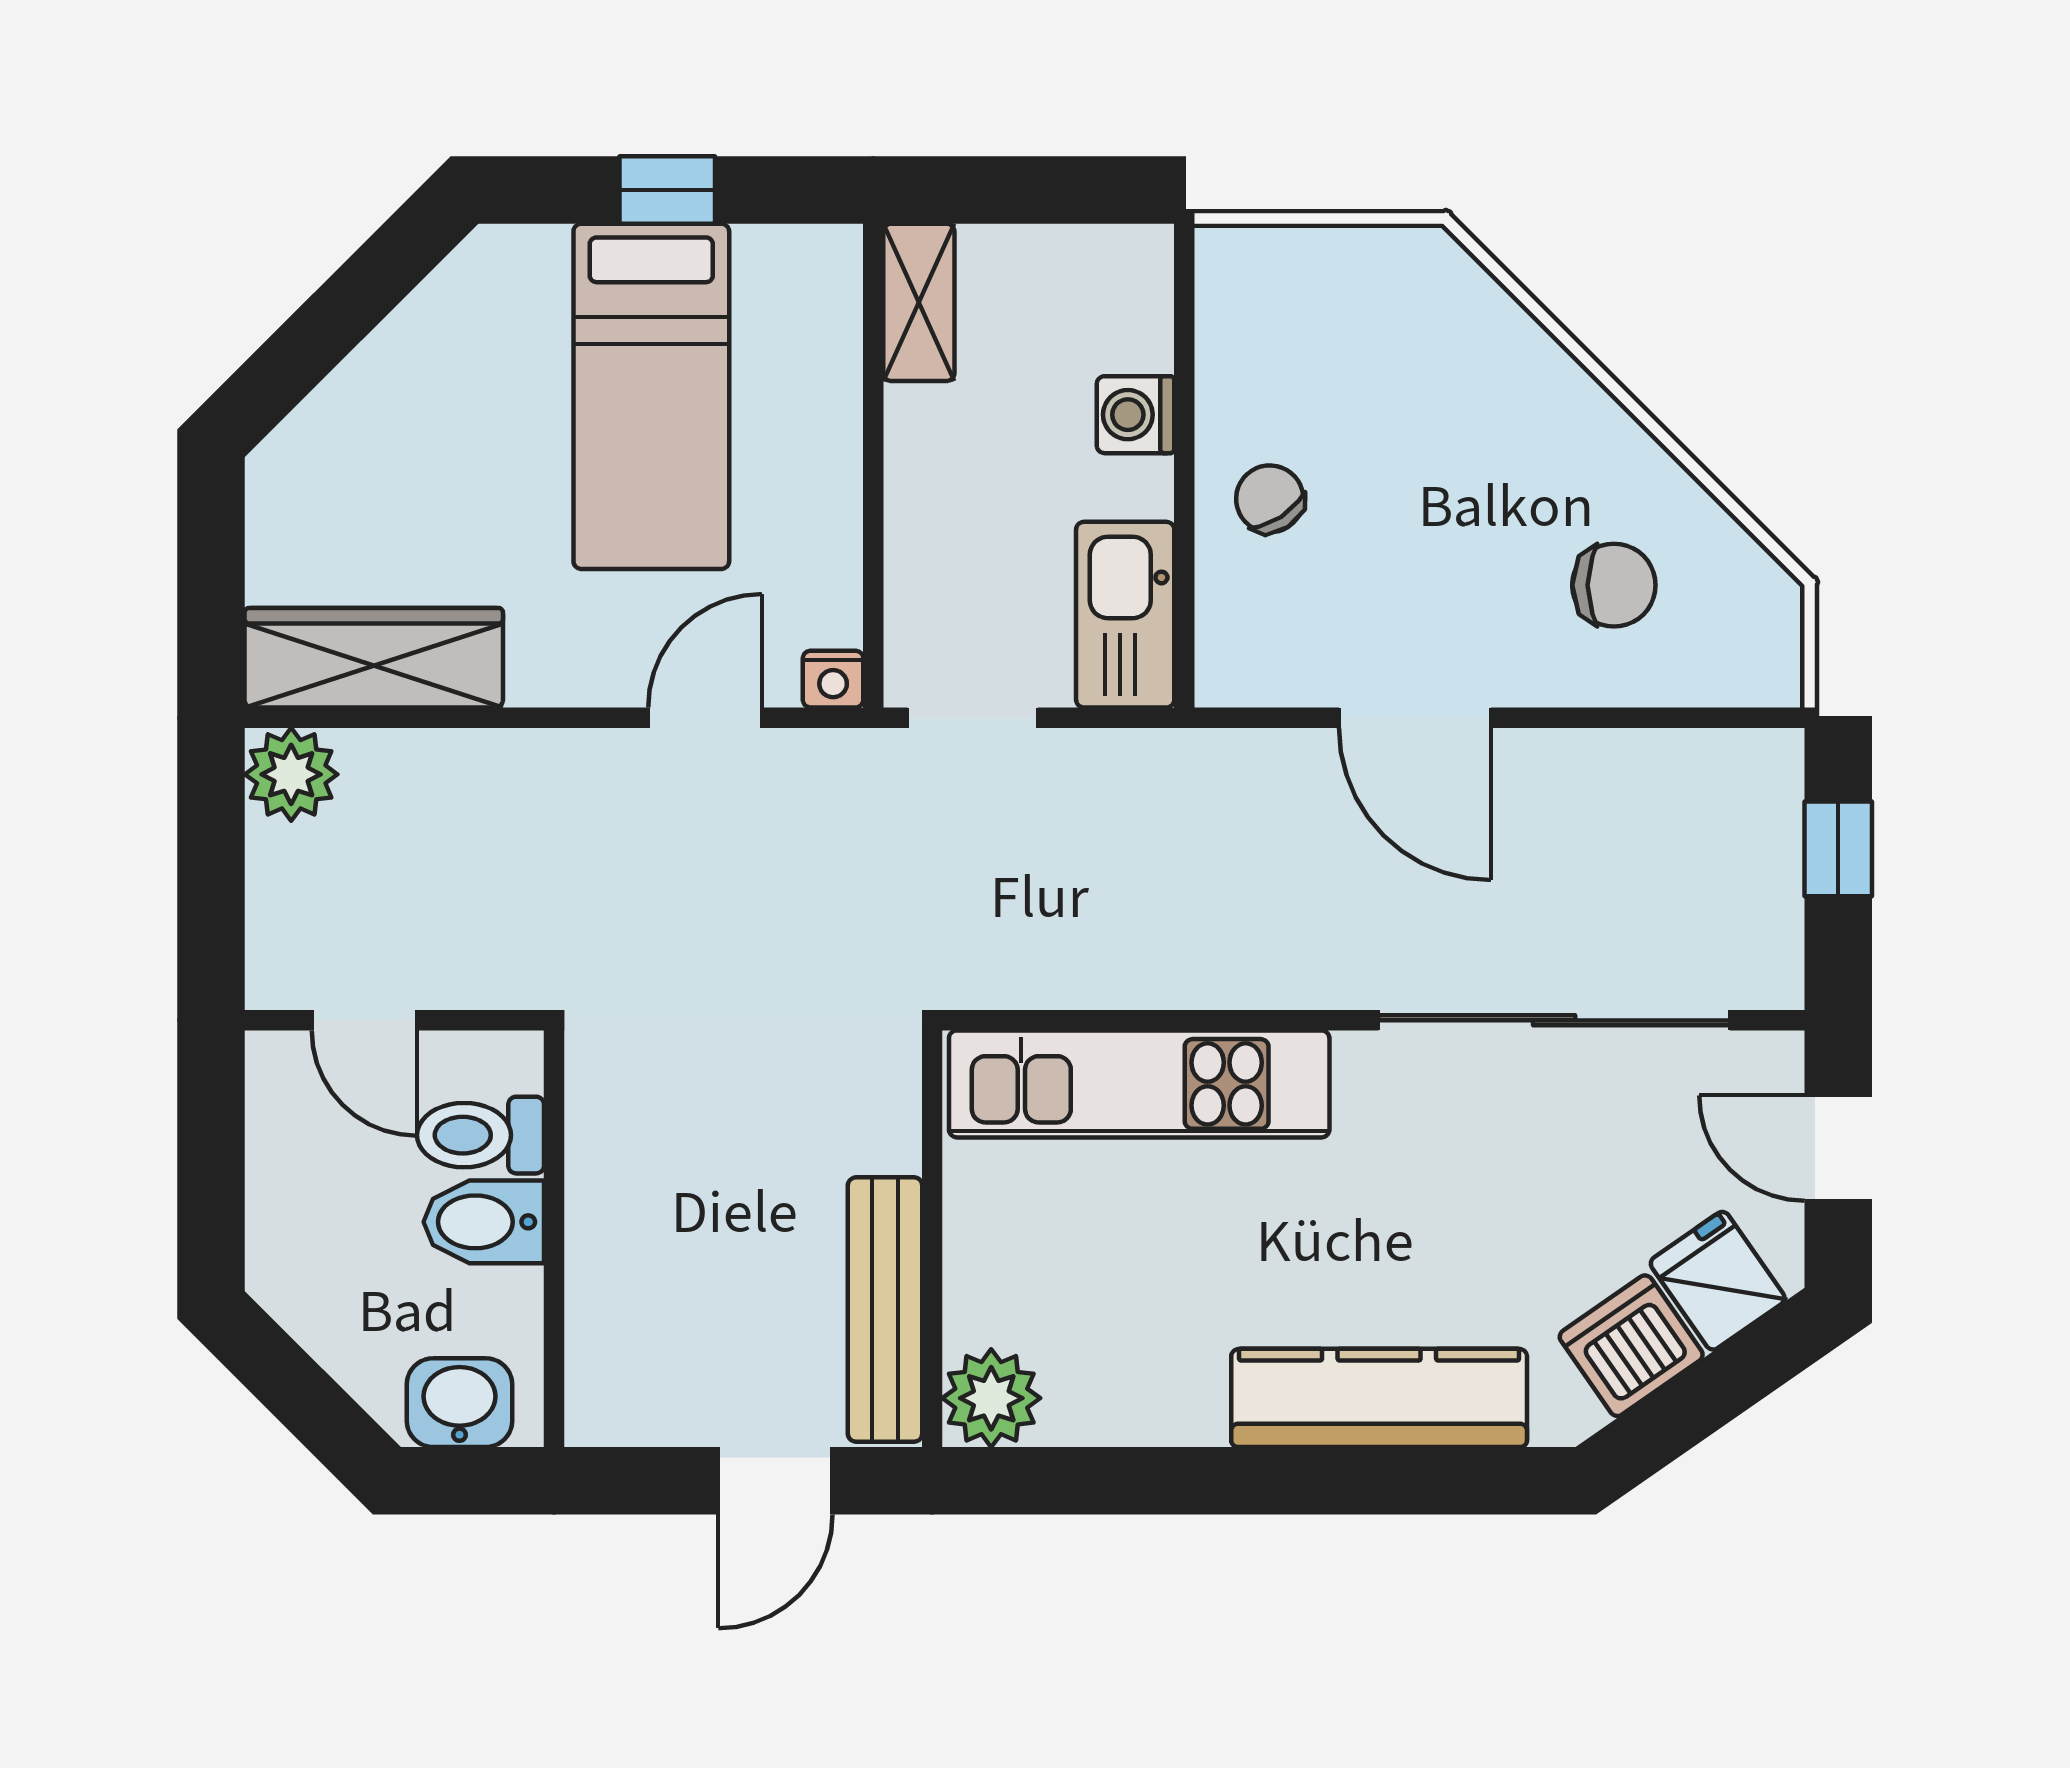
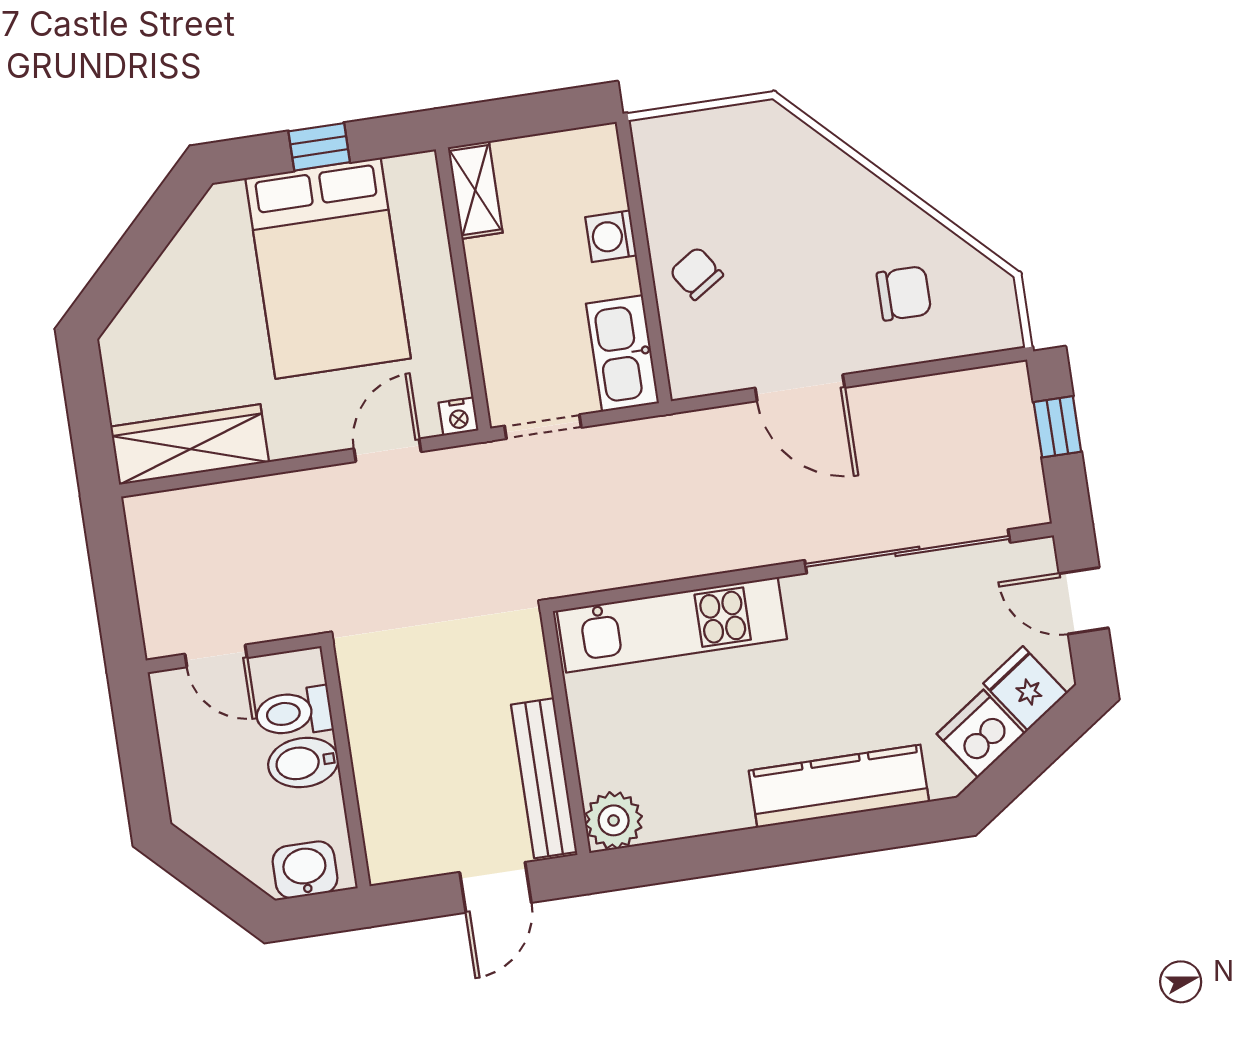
bed: (651, 396) -> (328, 268), width x1.50
plant: (291, 774) -> (152, 519), removed

